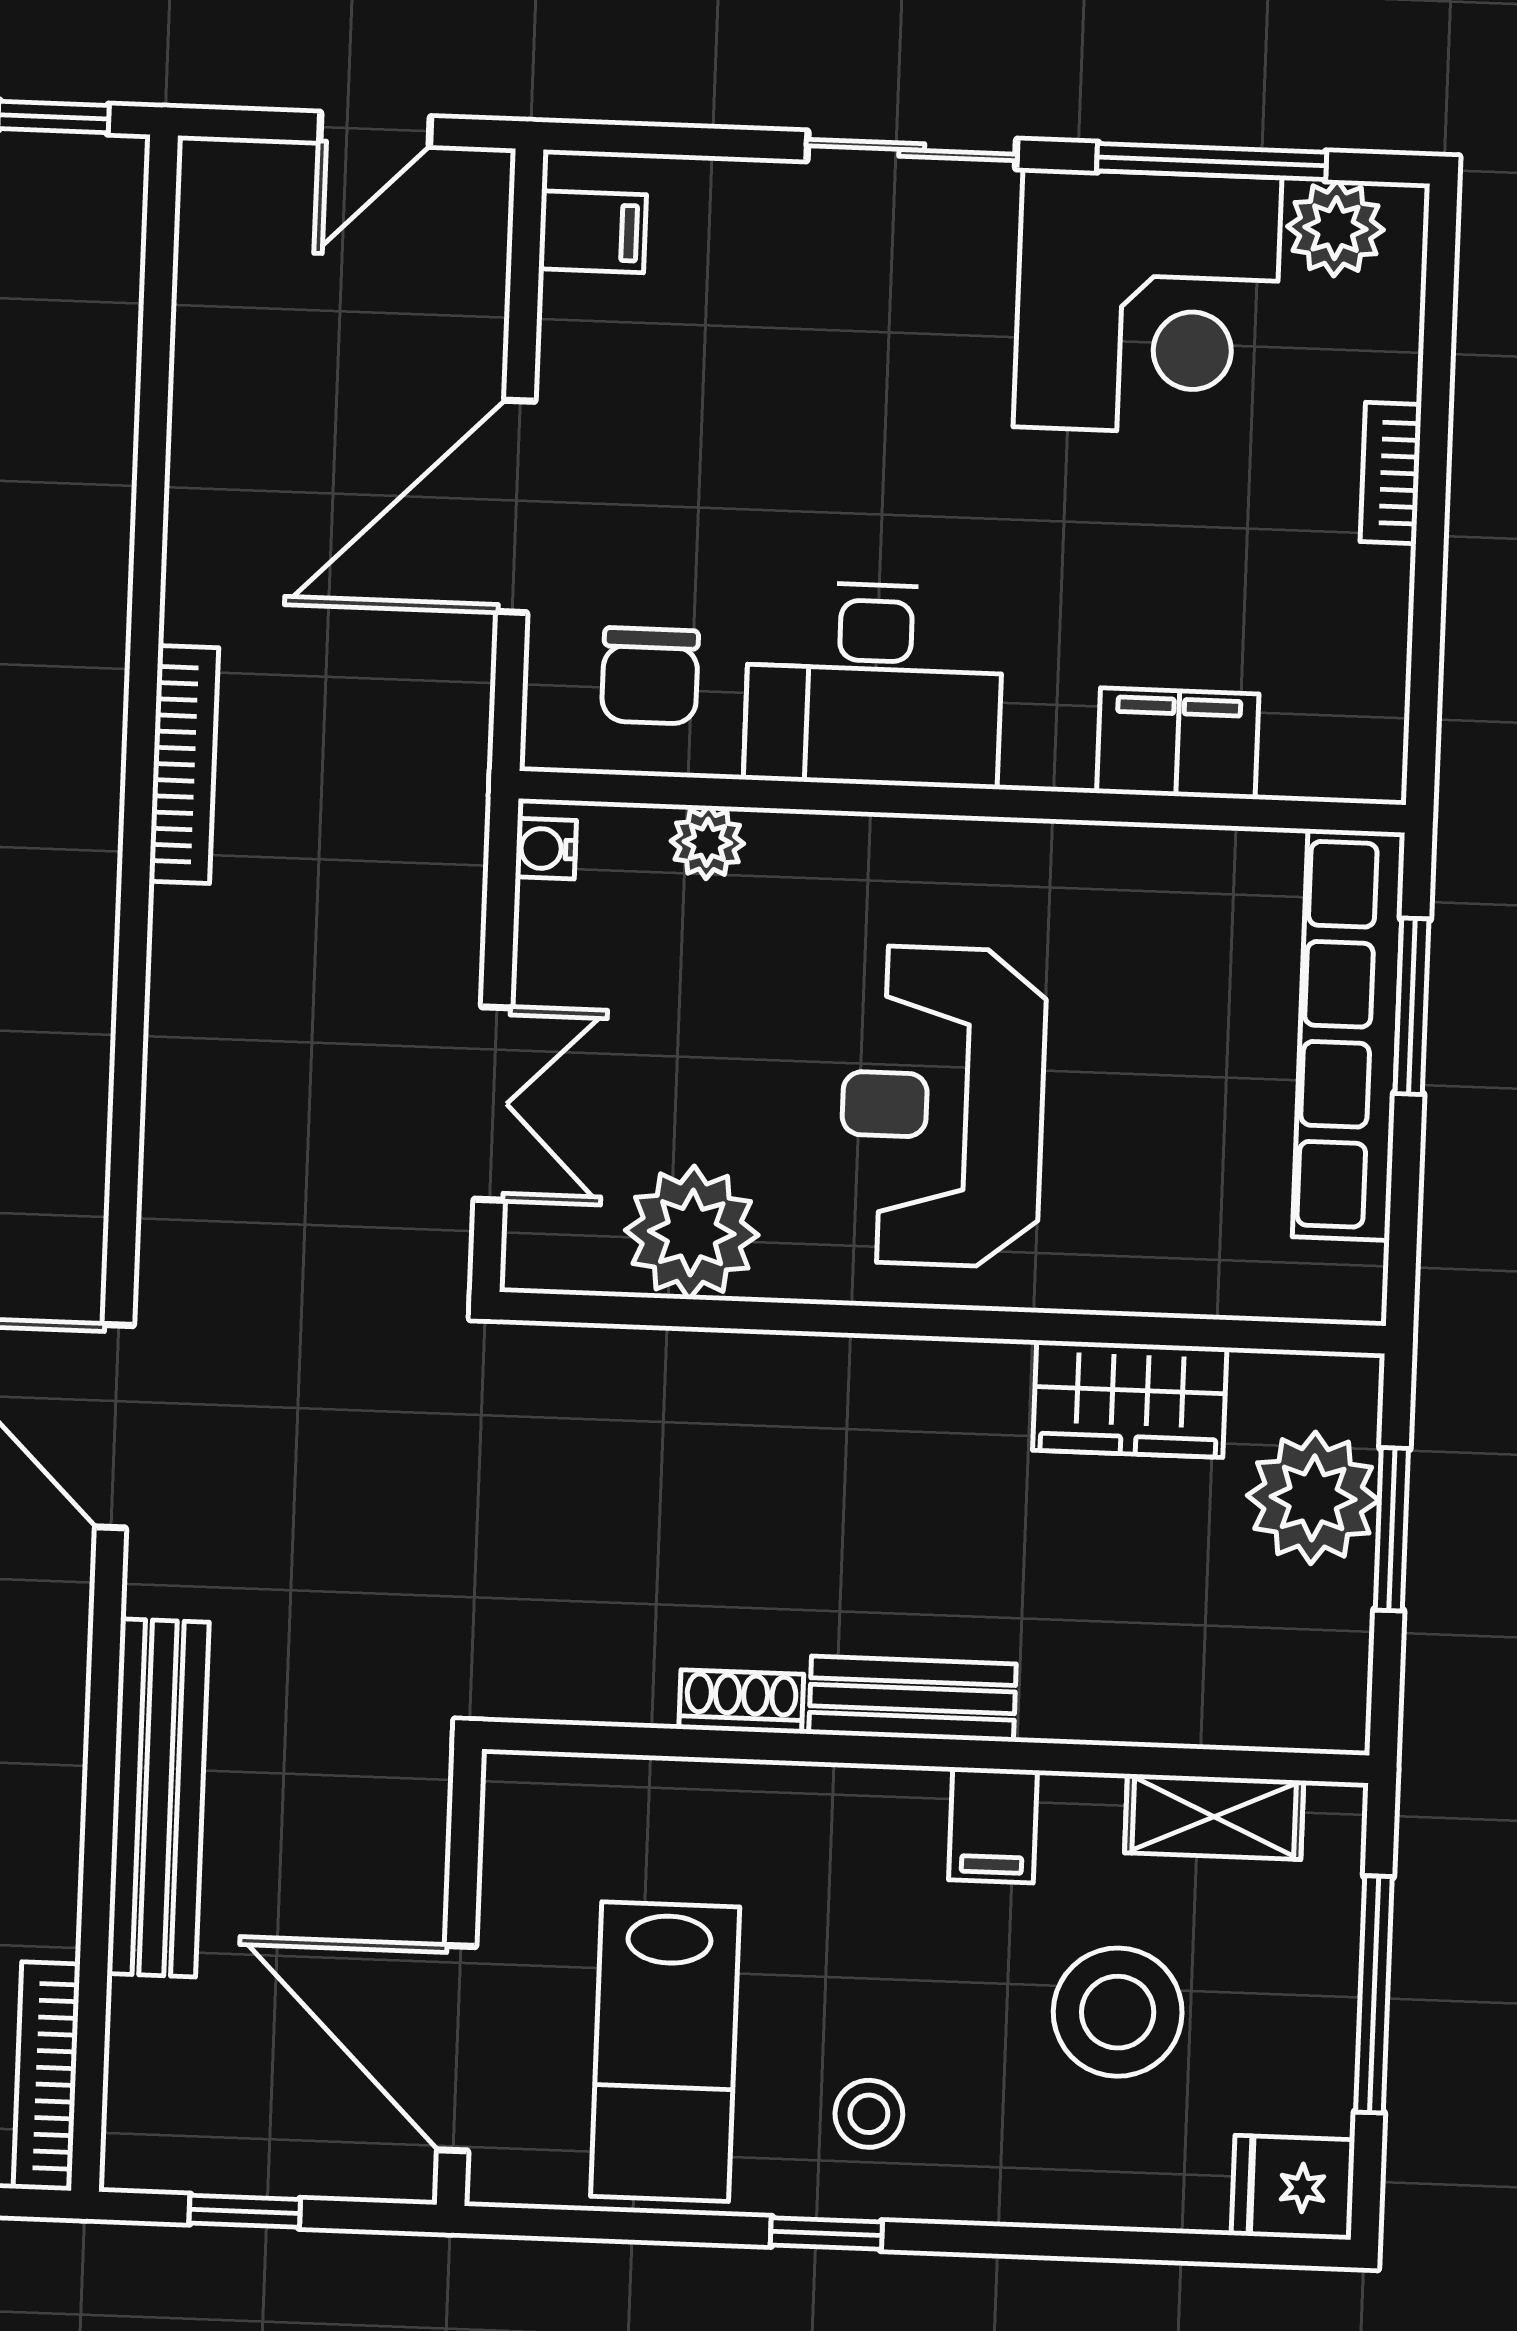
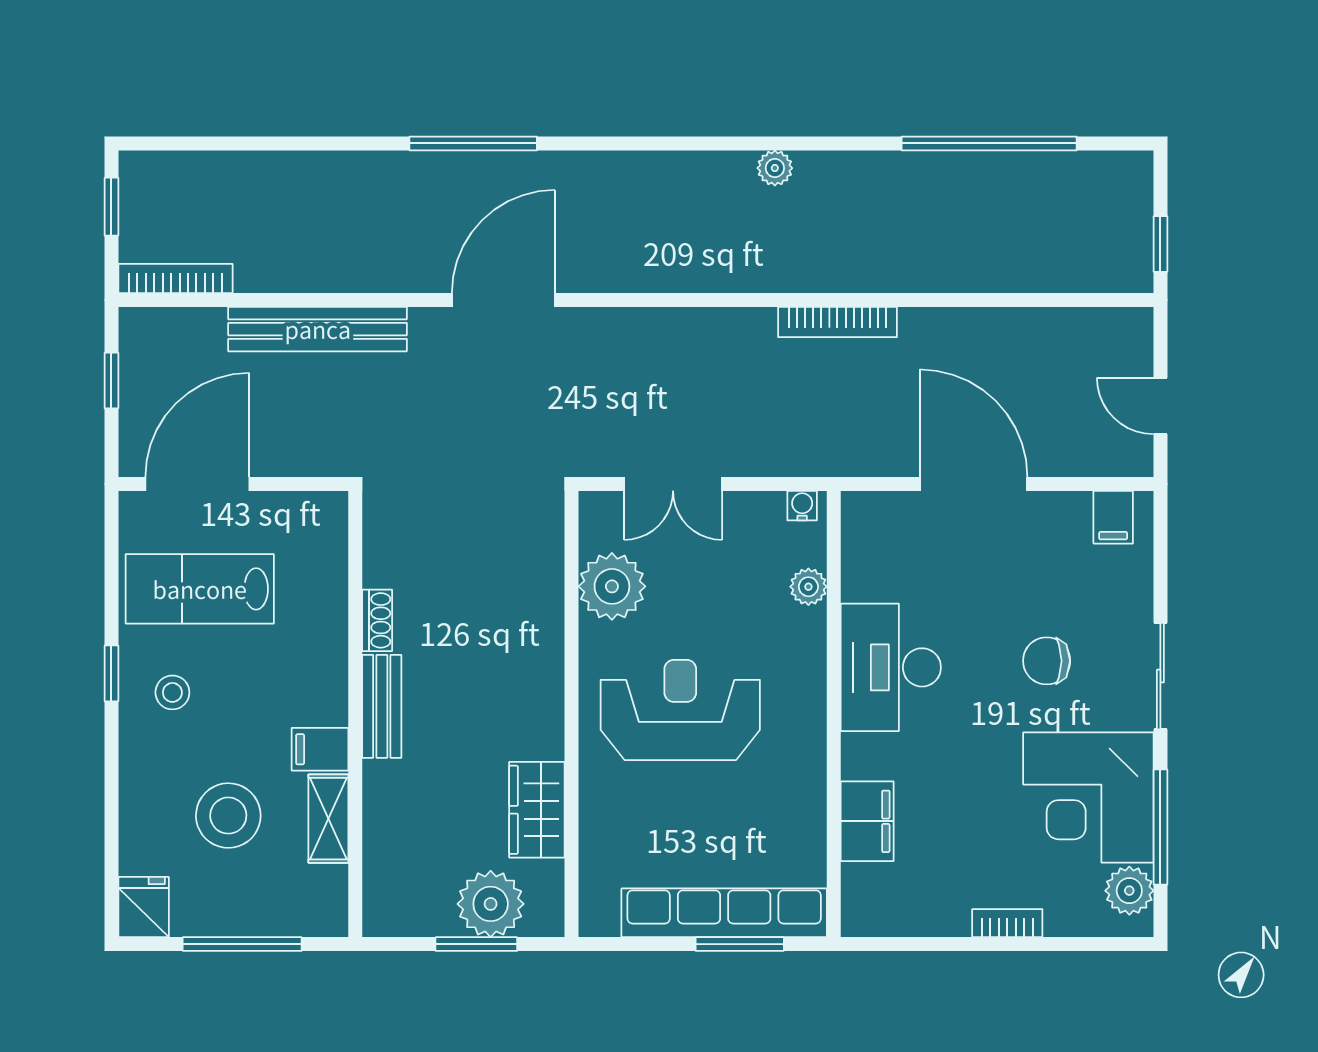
chair: (650, 676) -> (1047, 661), moved
shelving: (1214, 1817) -> (328, 819), moved

